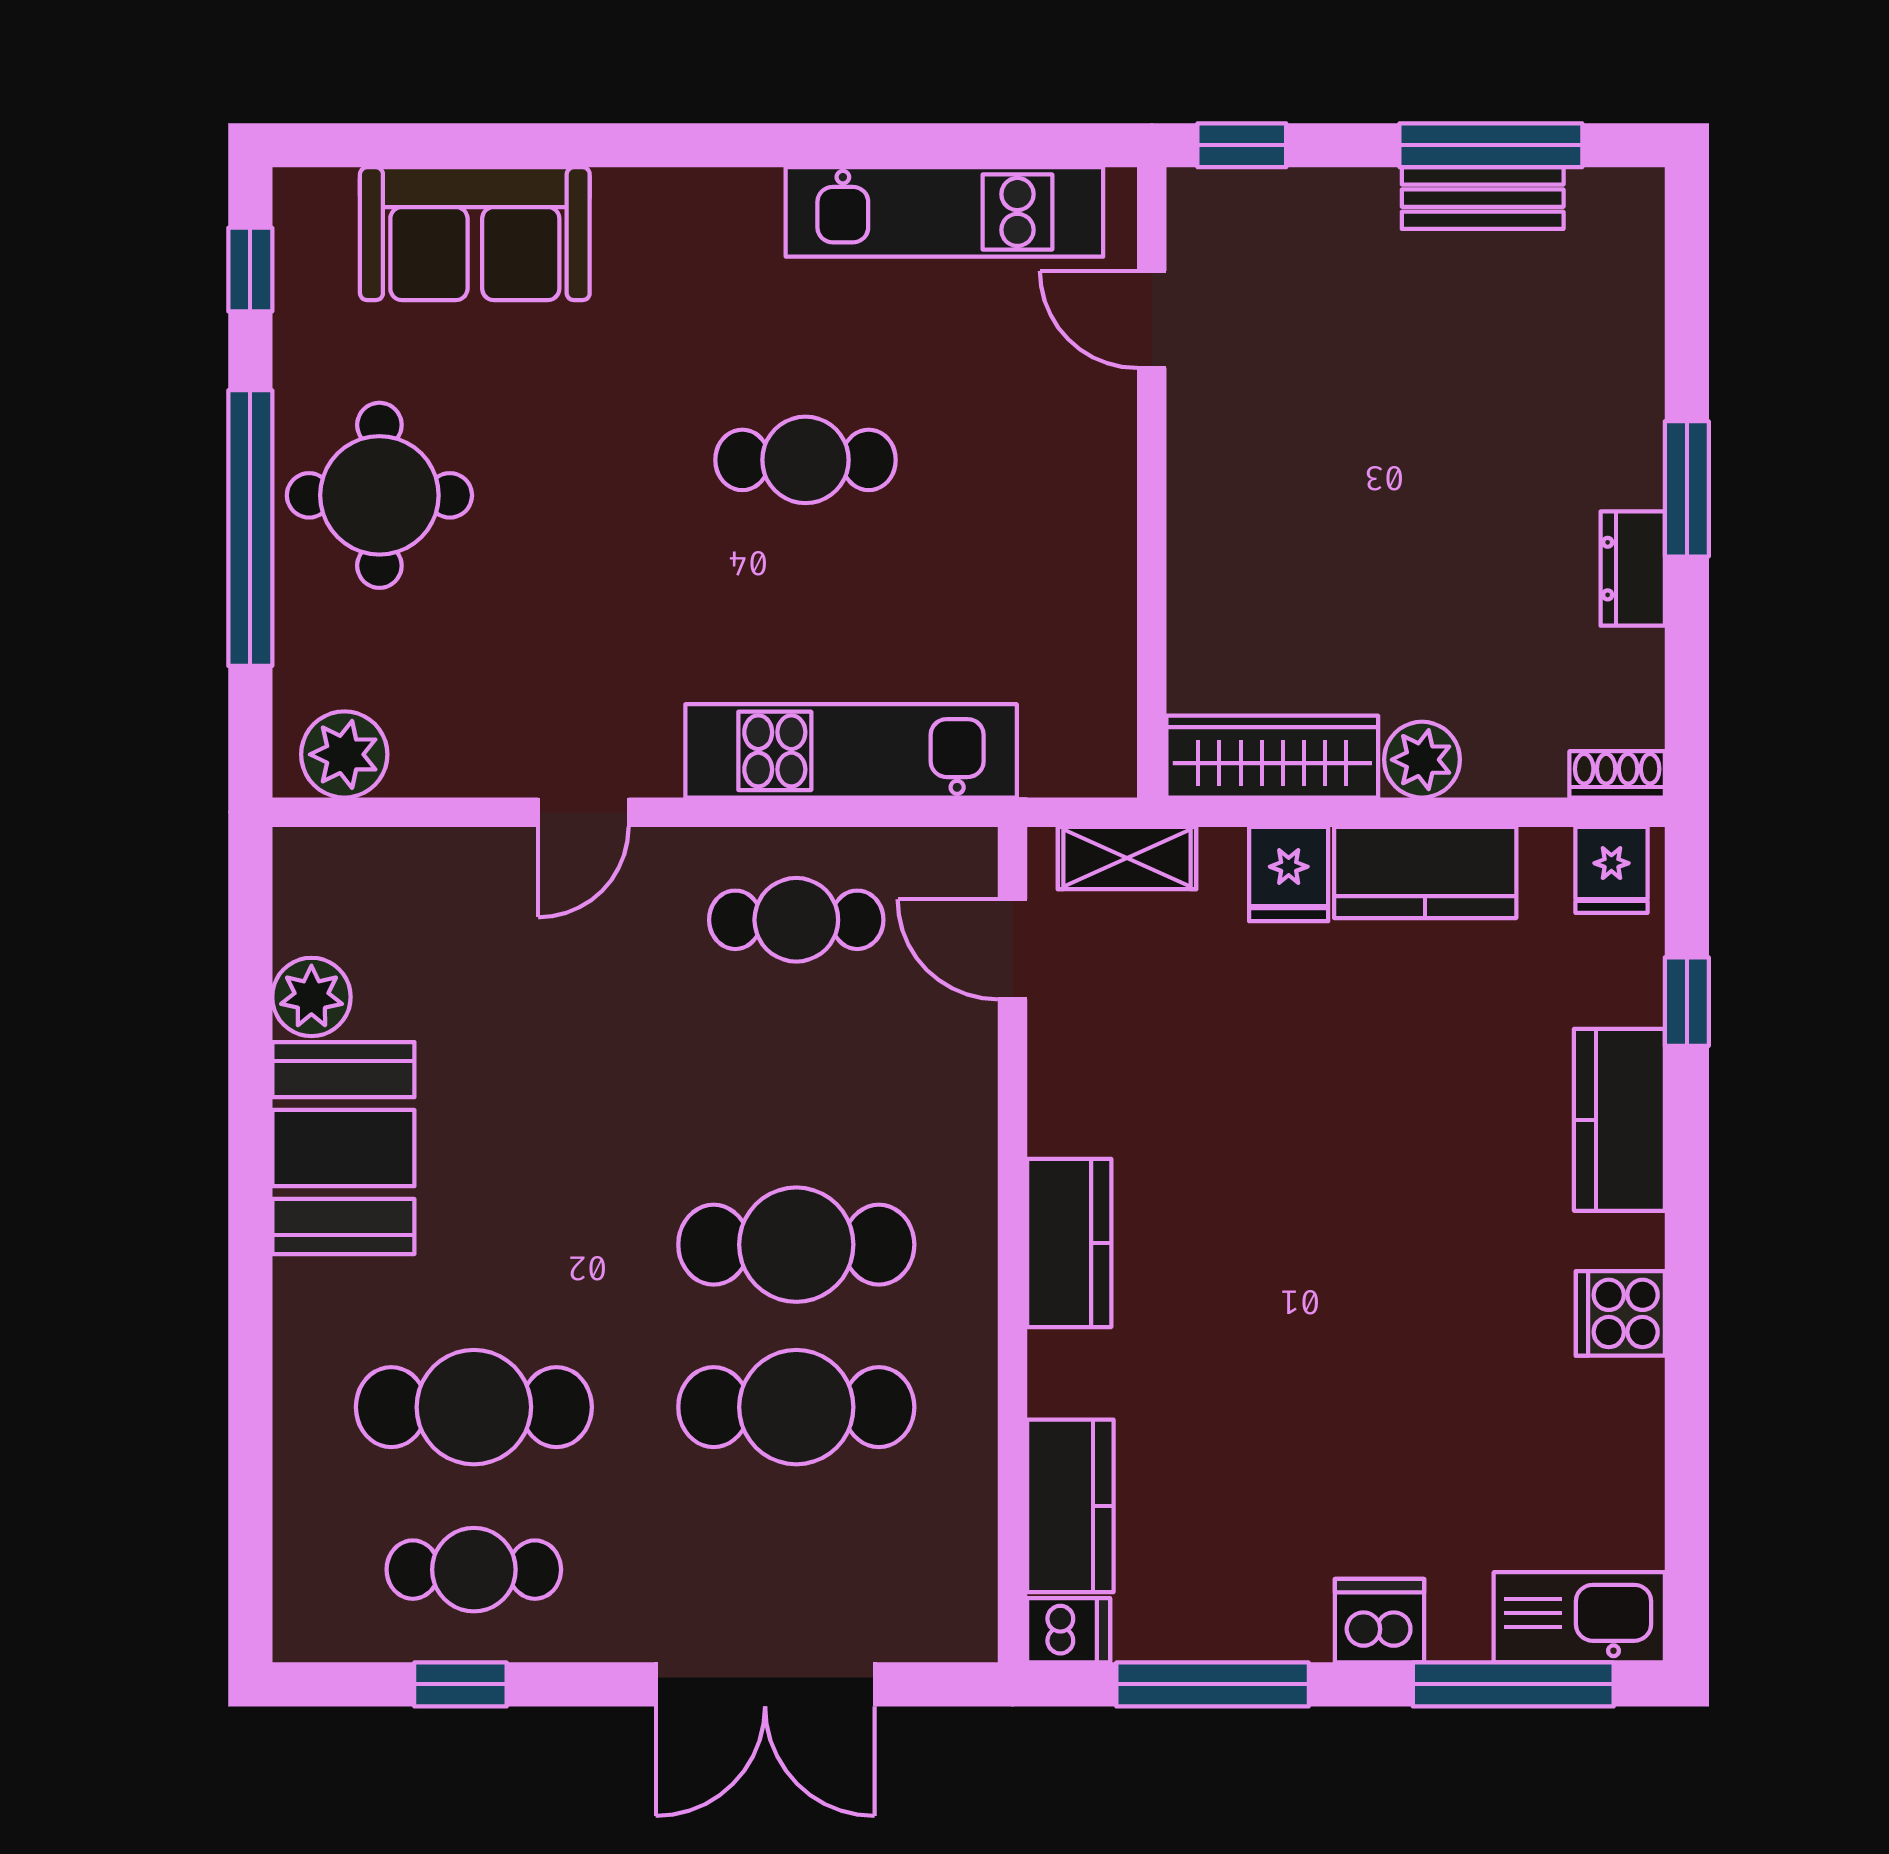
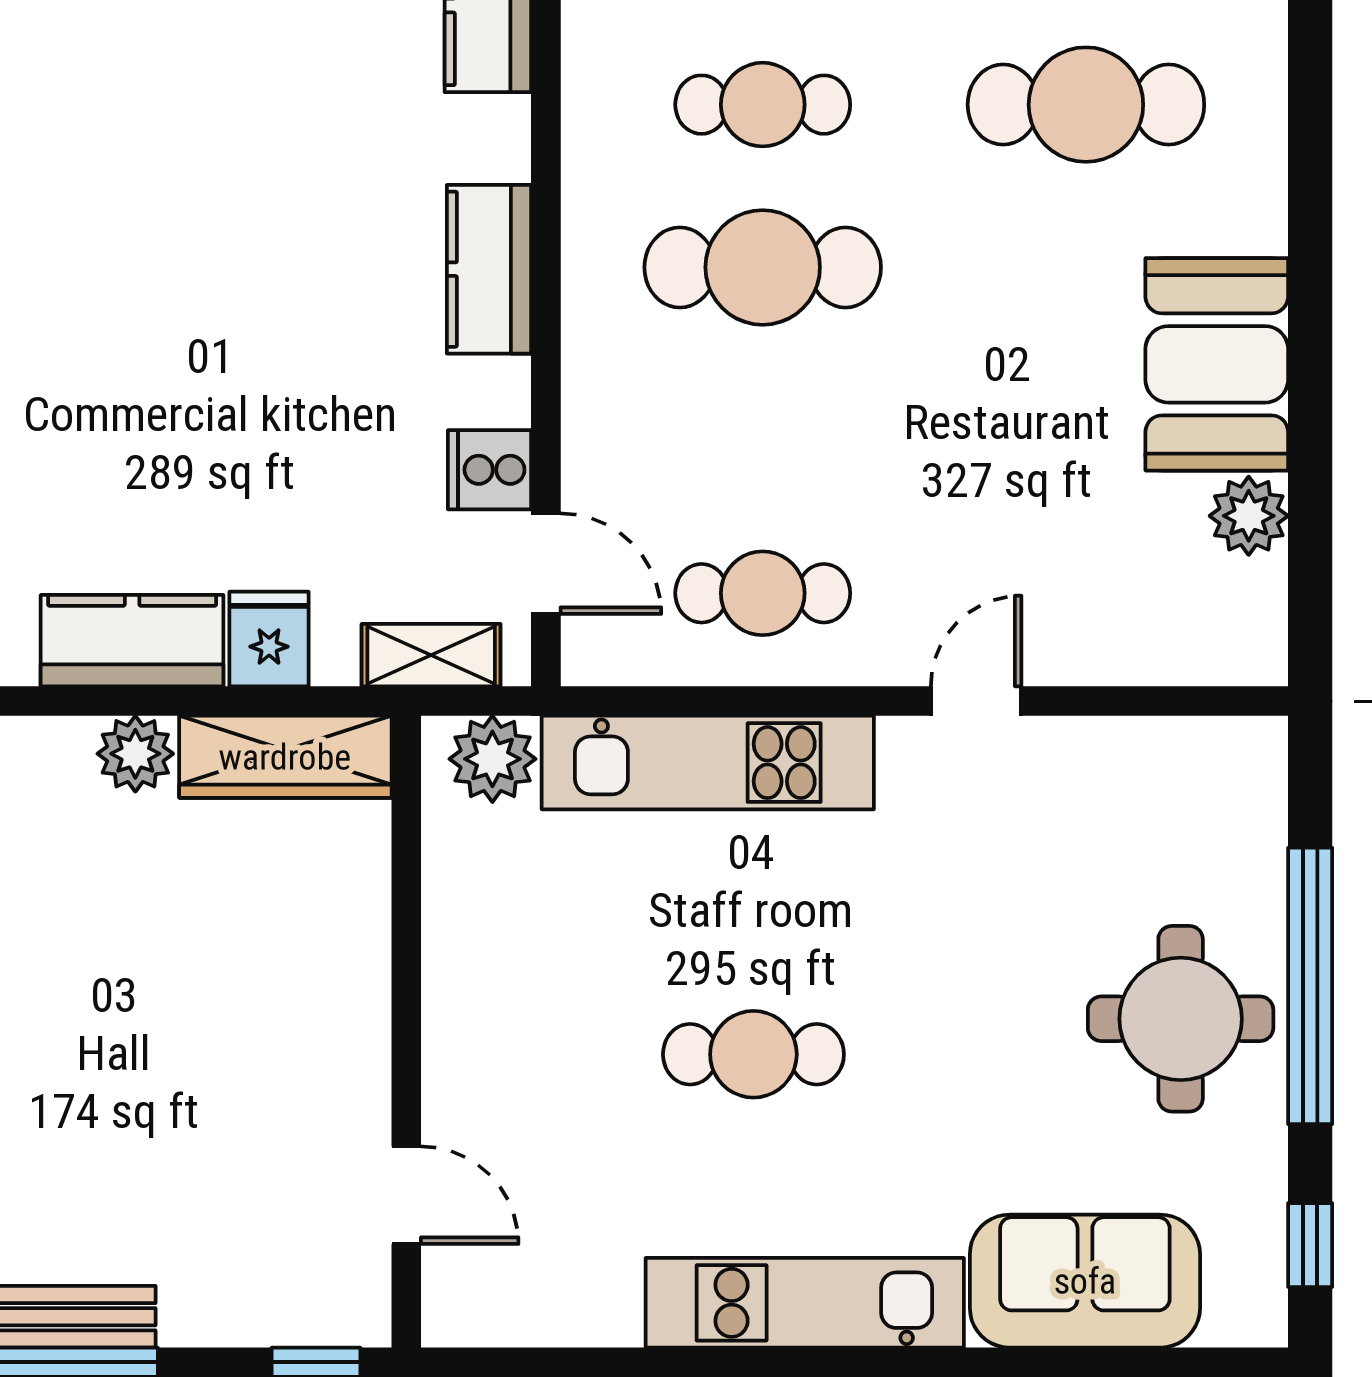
kitchen unit: (944, 212) -> (805, 1303), moved
plant: (344, 754) -> (492, 759), moved
cooker: (1069, 1043) -> (489, 470), added
cafe table: (796, 1407) -> (763, 105), width x0.73, depth x0.74

